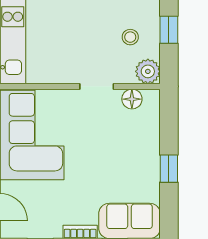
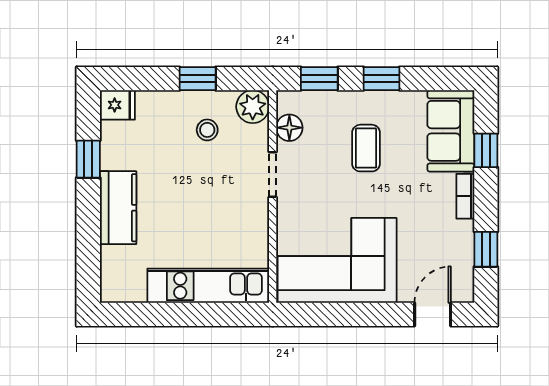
window: (169, 122) -> (319, 79), added
coffee table: (117, 157) -> (366, 148), added

